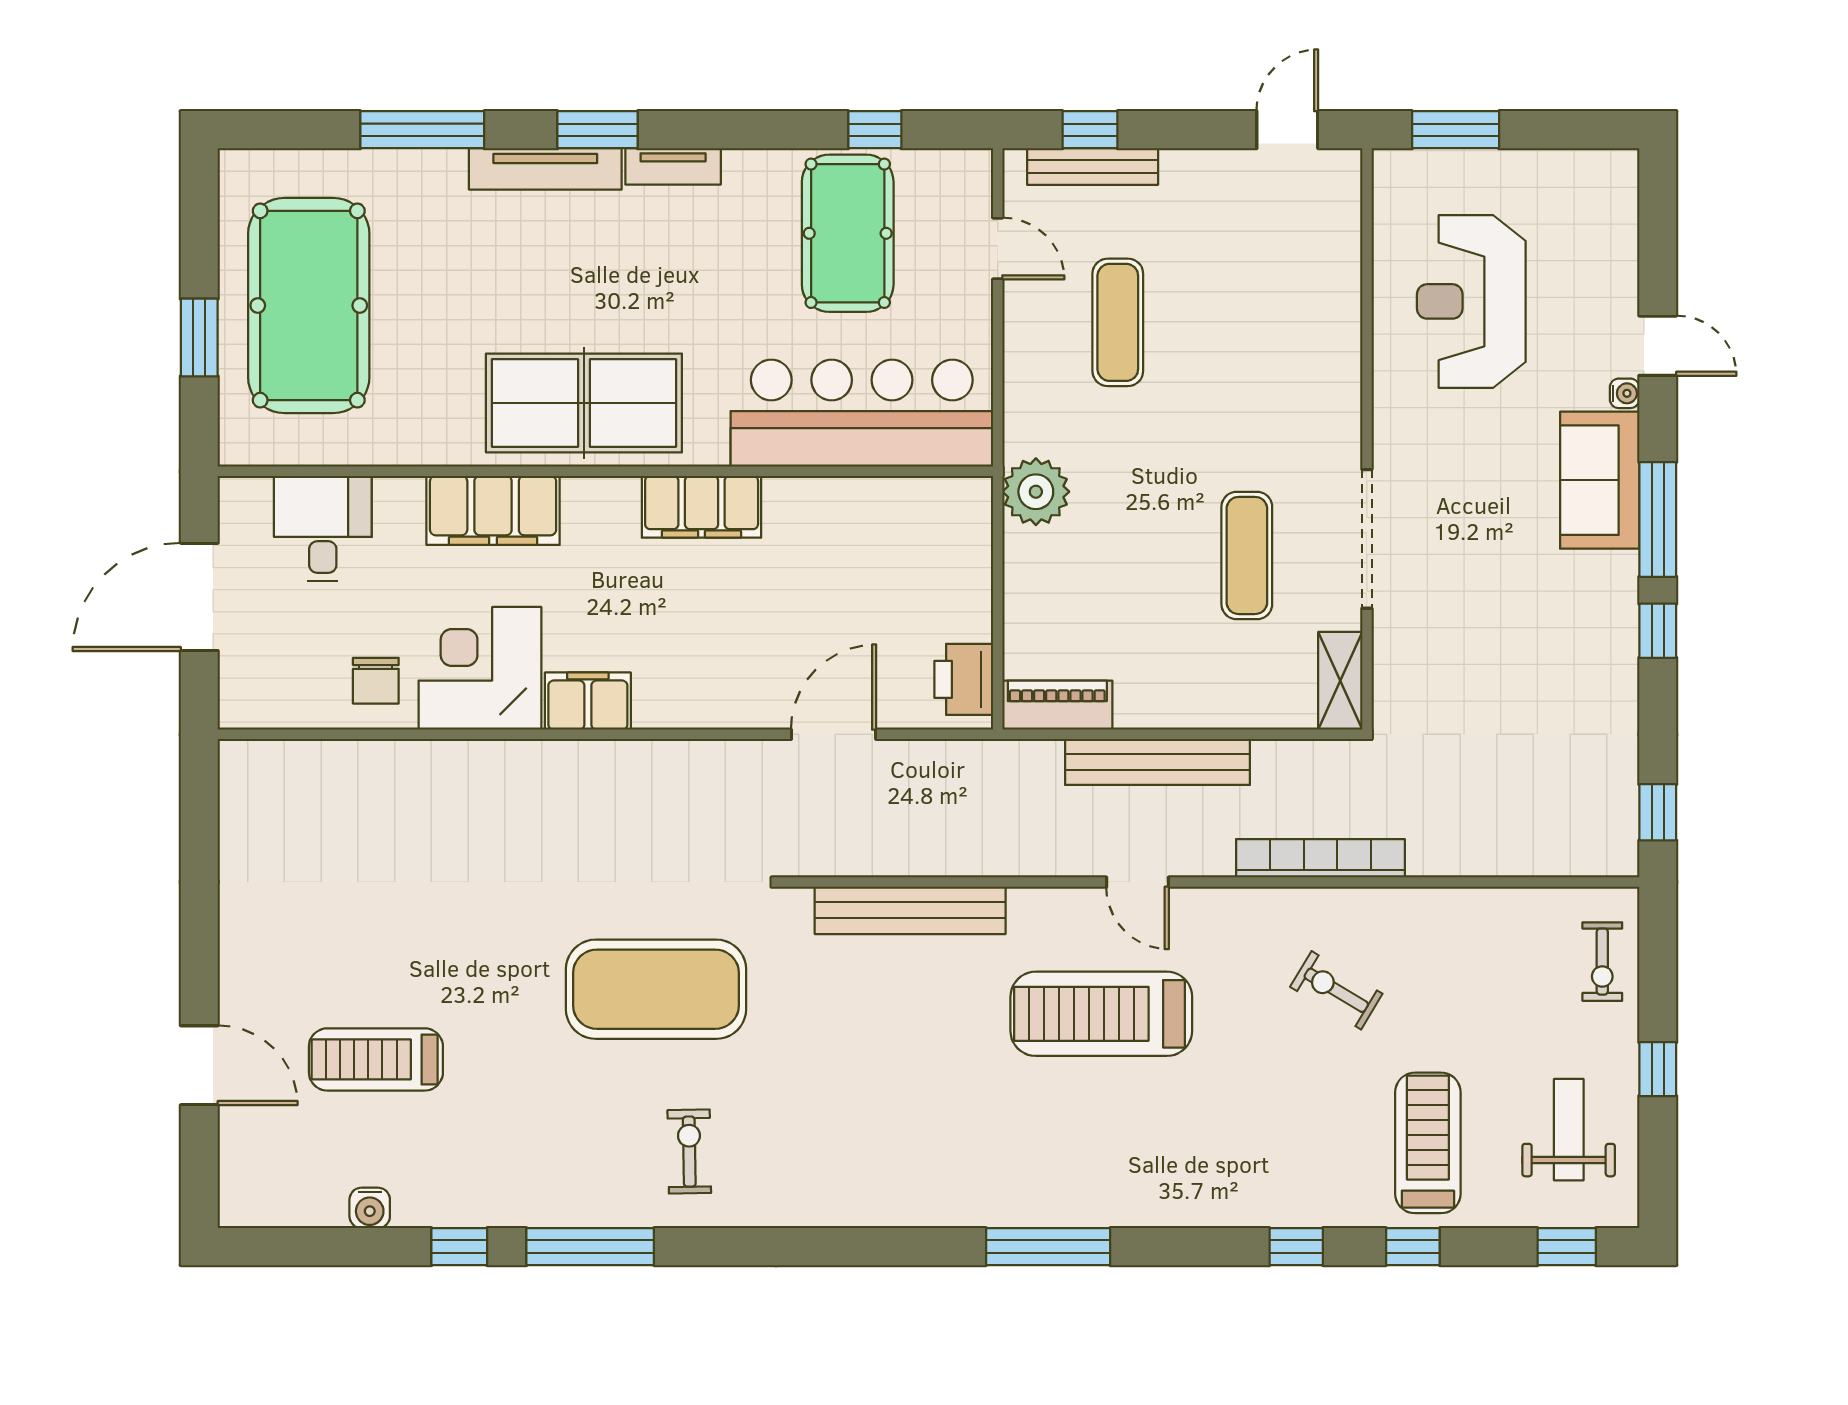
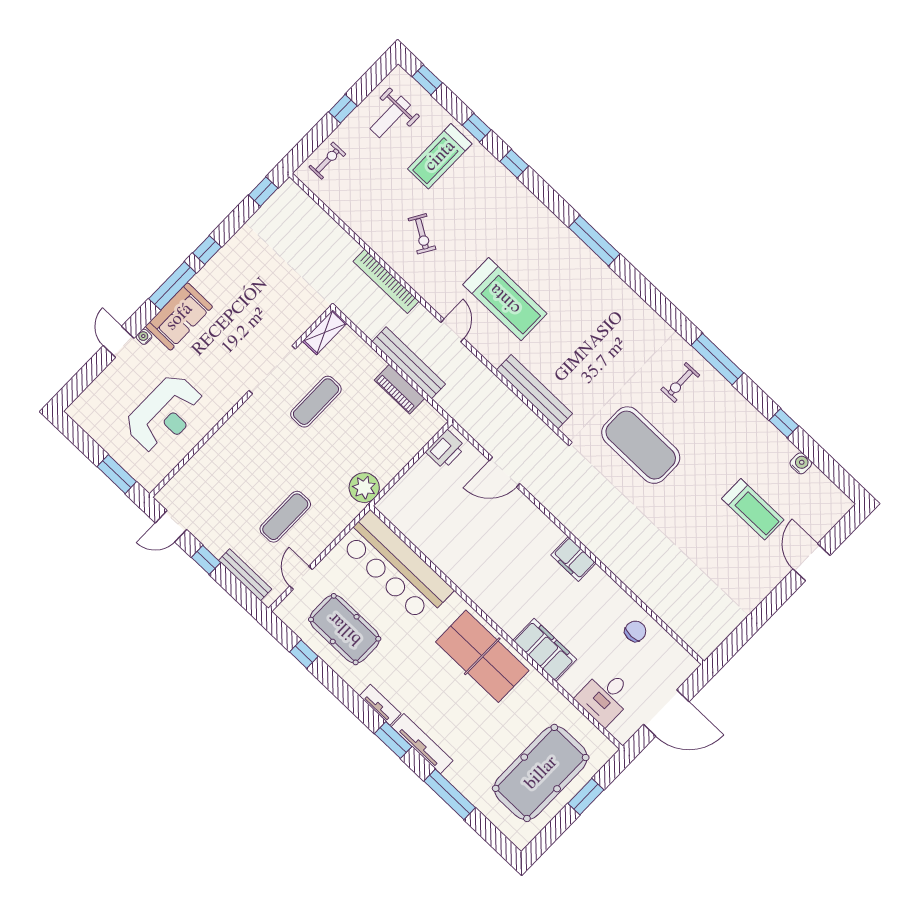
window: (1090, 130) -> (206, 560), moved
pool table: (848, 233) -> (345, 629), turned 90
filing cabinet: (702, 507) -> (477, 586), removed
corner desk: (480, 668) -> (598, 603), removed
piano: (1057, 705) -> (400, 389), moved
window: (590, 1247) -> (717, 359), moved

